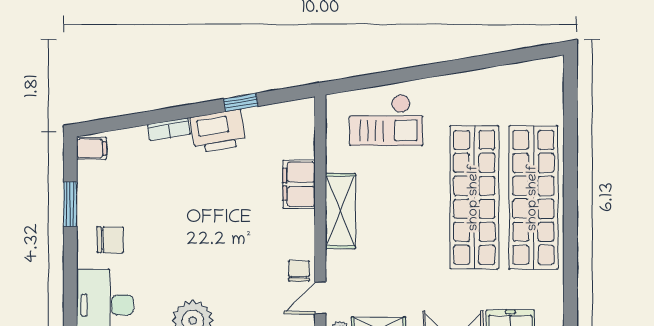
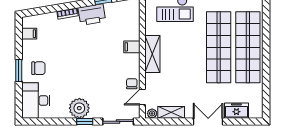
filing cabinet: (92, 148) -> (29, 34), moved
filing cabinet: (299, 184) -> (132, 47), width x0.50
window: (70, 204) -> (19, 71), moved

